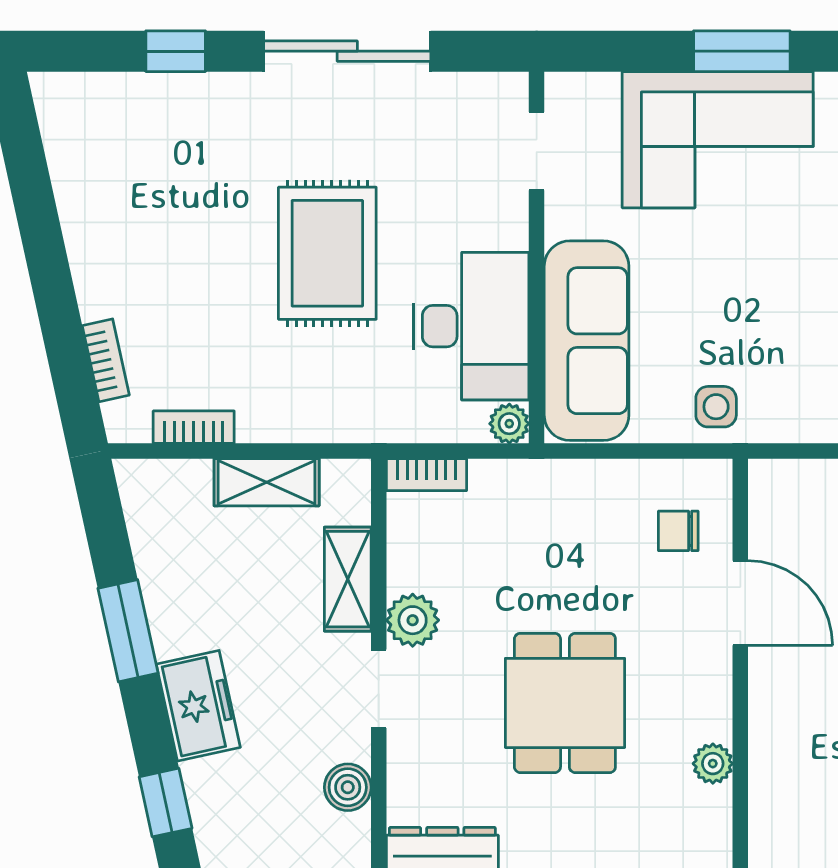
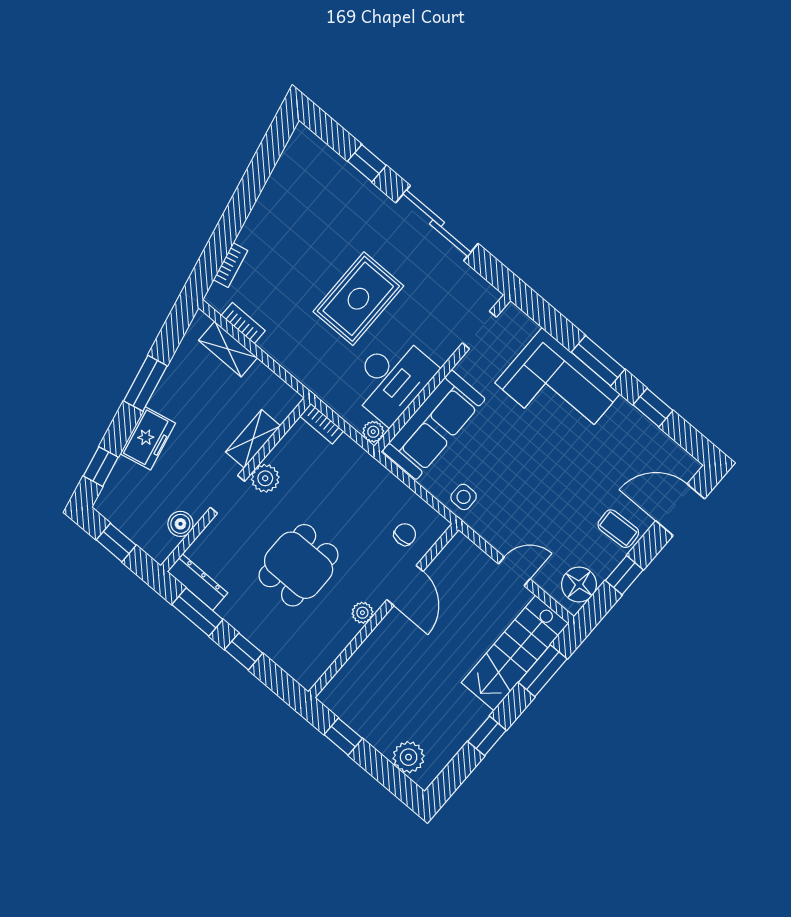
shelving: (267, 482) -> (228, 349), moved
chair: (678, 531) -> (405, 534), turned 90
plant: (713, 764) -> (362, 613), moved

